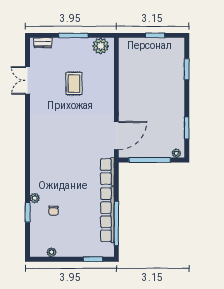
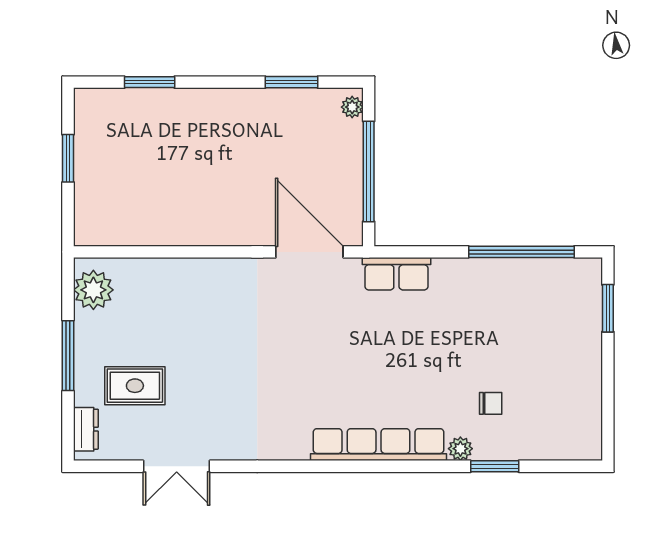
rug: (74, 84) -> (135, 386), moved
row of seats: (107, 215) -> (378, 445), moved, turned 180
plant: (52, 252) -> (591, 408), removed

